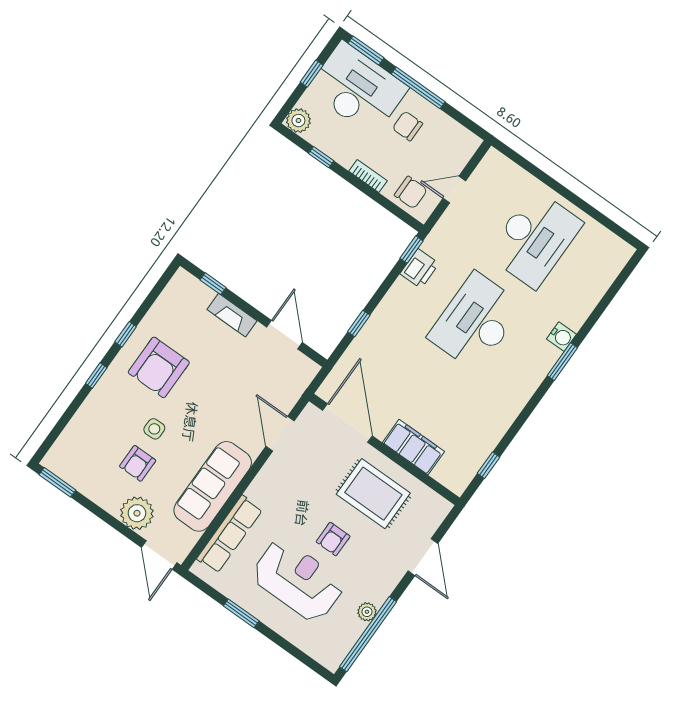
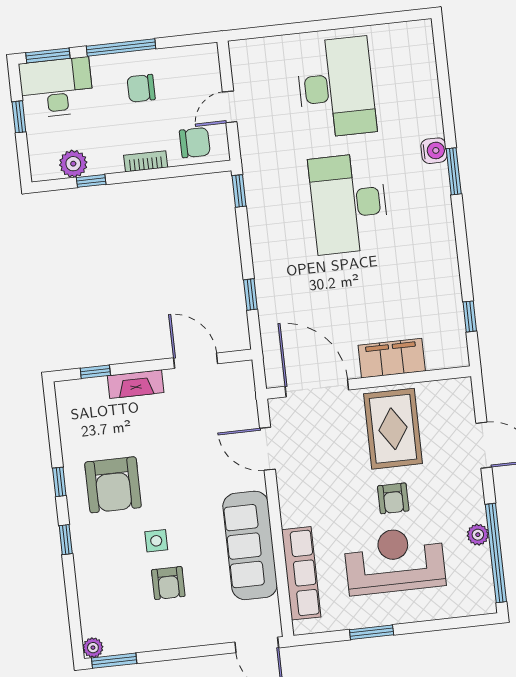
desk: (358, 89) -> (56, 88), width x0.73, depth x0.77
plant: (298, 121) -> (73, 164), moved
printer: (419, 269) -> (260, 201), removed
rug: (373, 494) -> (393, 429), turned 90
plant: (137, 513) -> (93, 648), moved, width x0.53, depth x0.53

